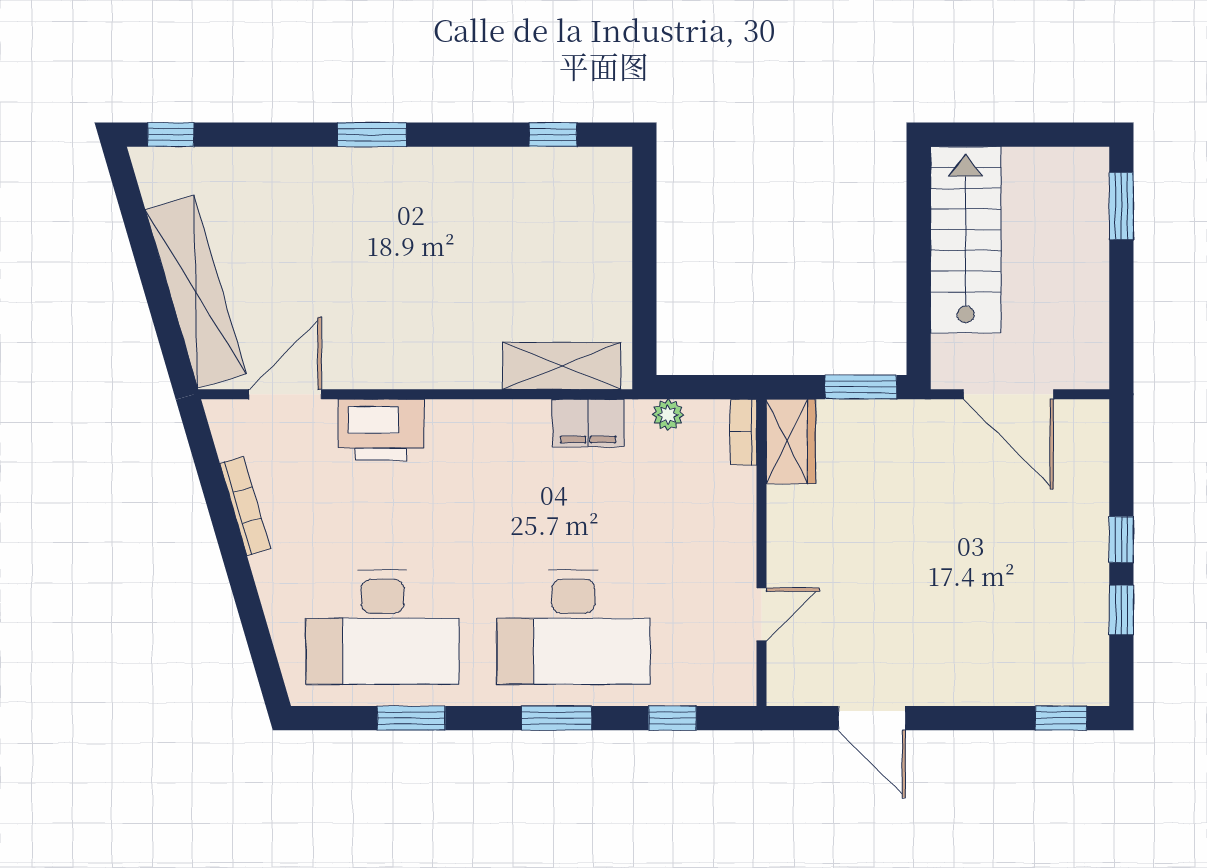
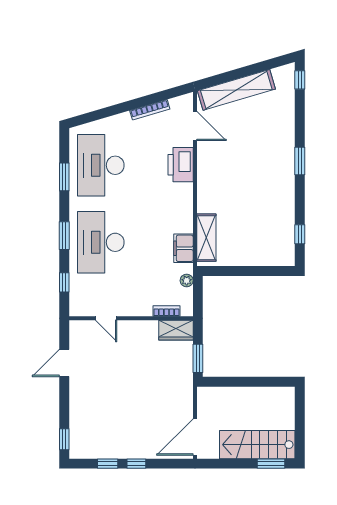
stairs: (966, 240) -> (257, 445), moved, turned 180
door: (1008, 394) -> (195, 437), moved
bookcase: (743, 432) -> (166, 311), moved

